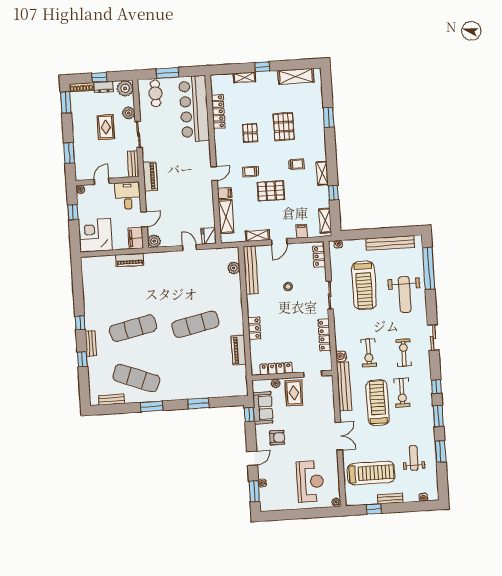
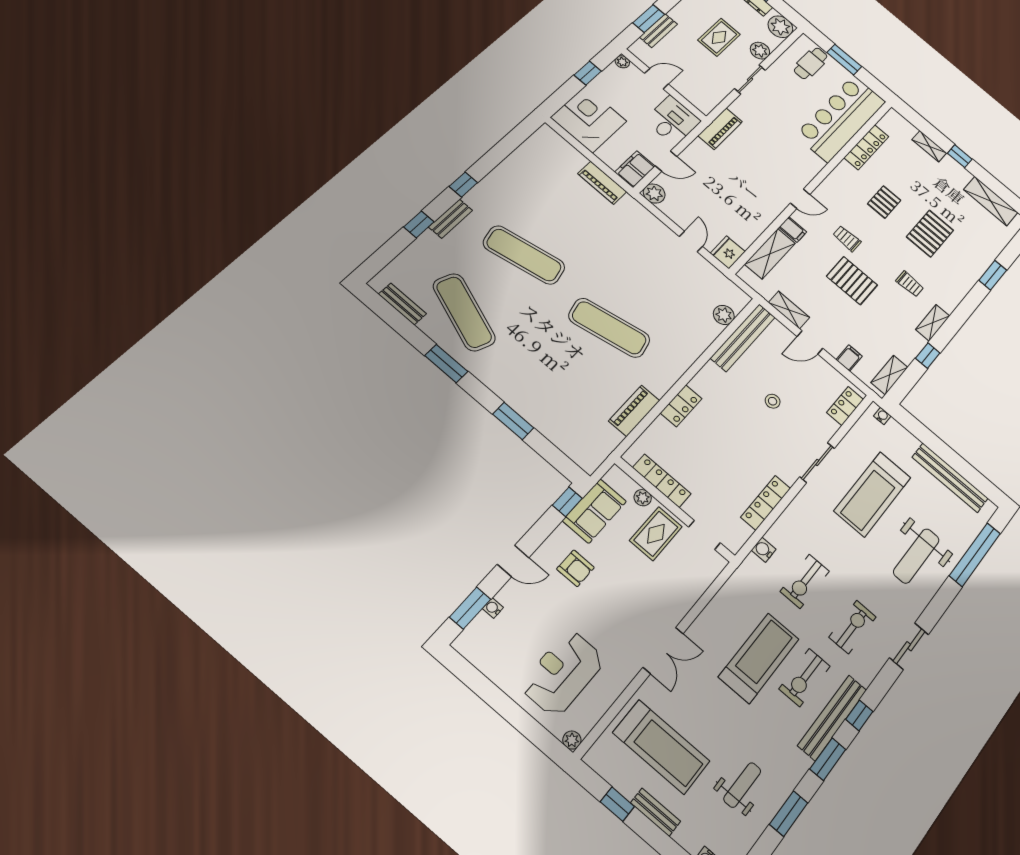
bench: (133, 164) -> (658, 31), moved
bench: (344, 386) -> (832, 718), moved
reception desk: (310, 482) -> (563, 673), turned 180

